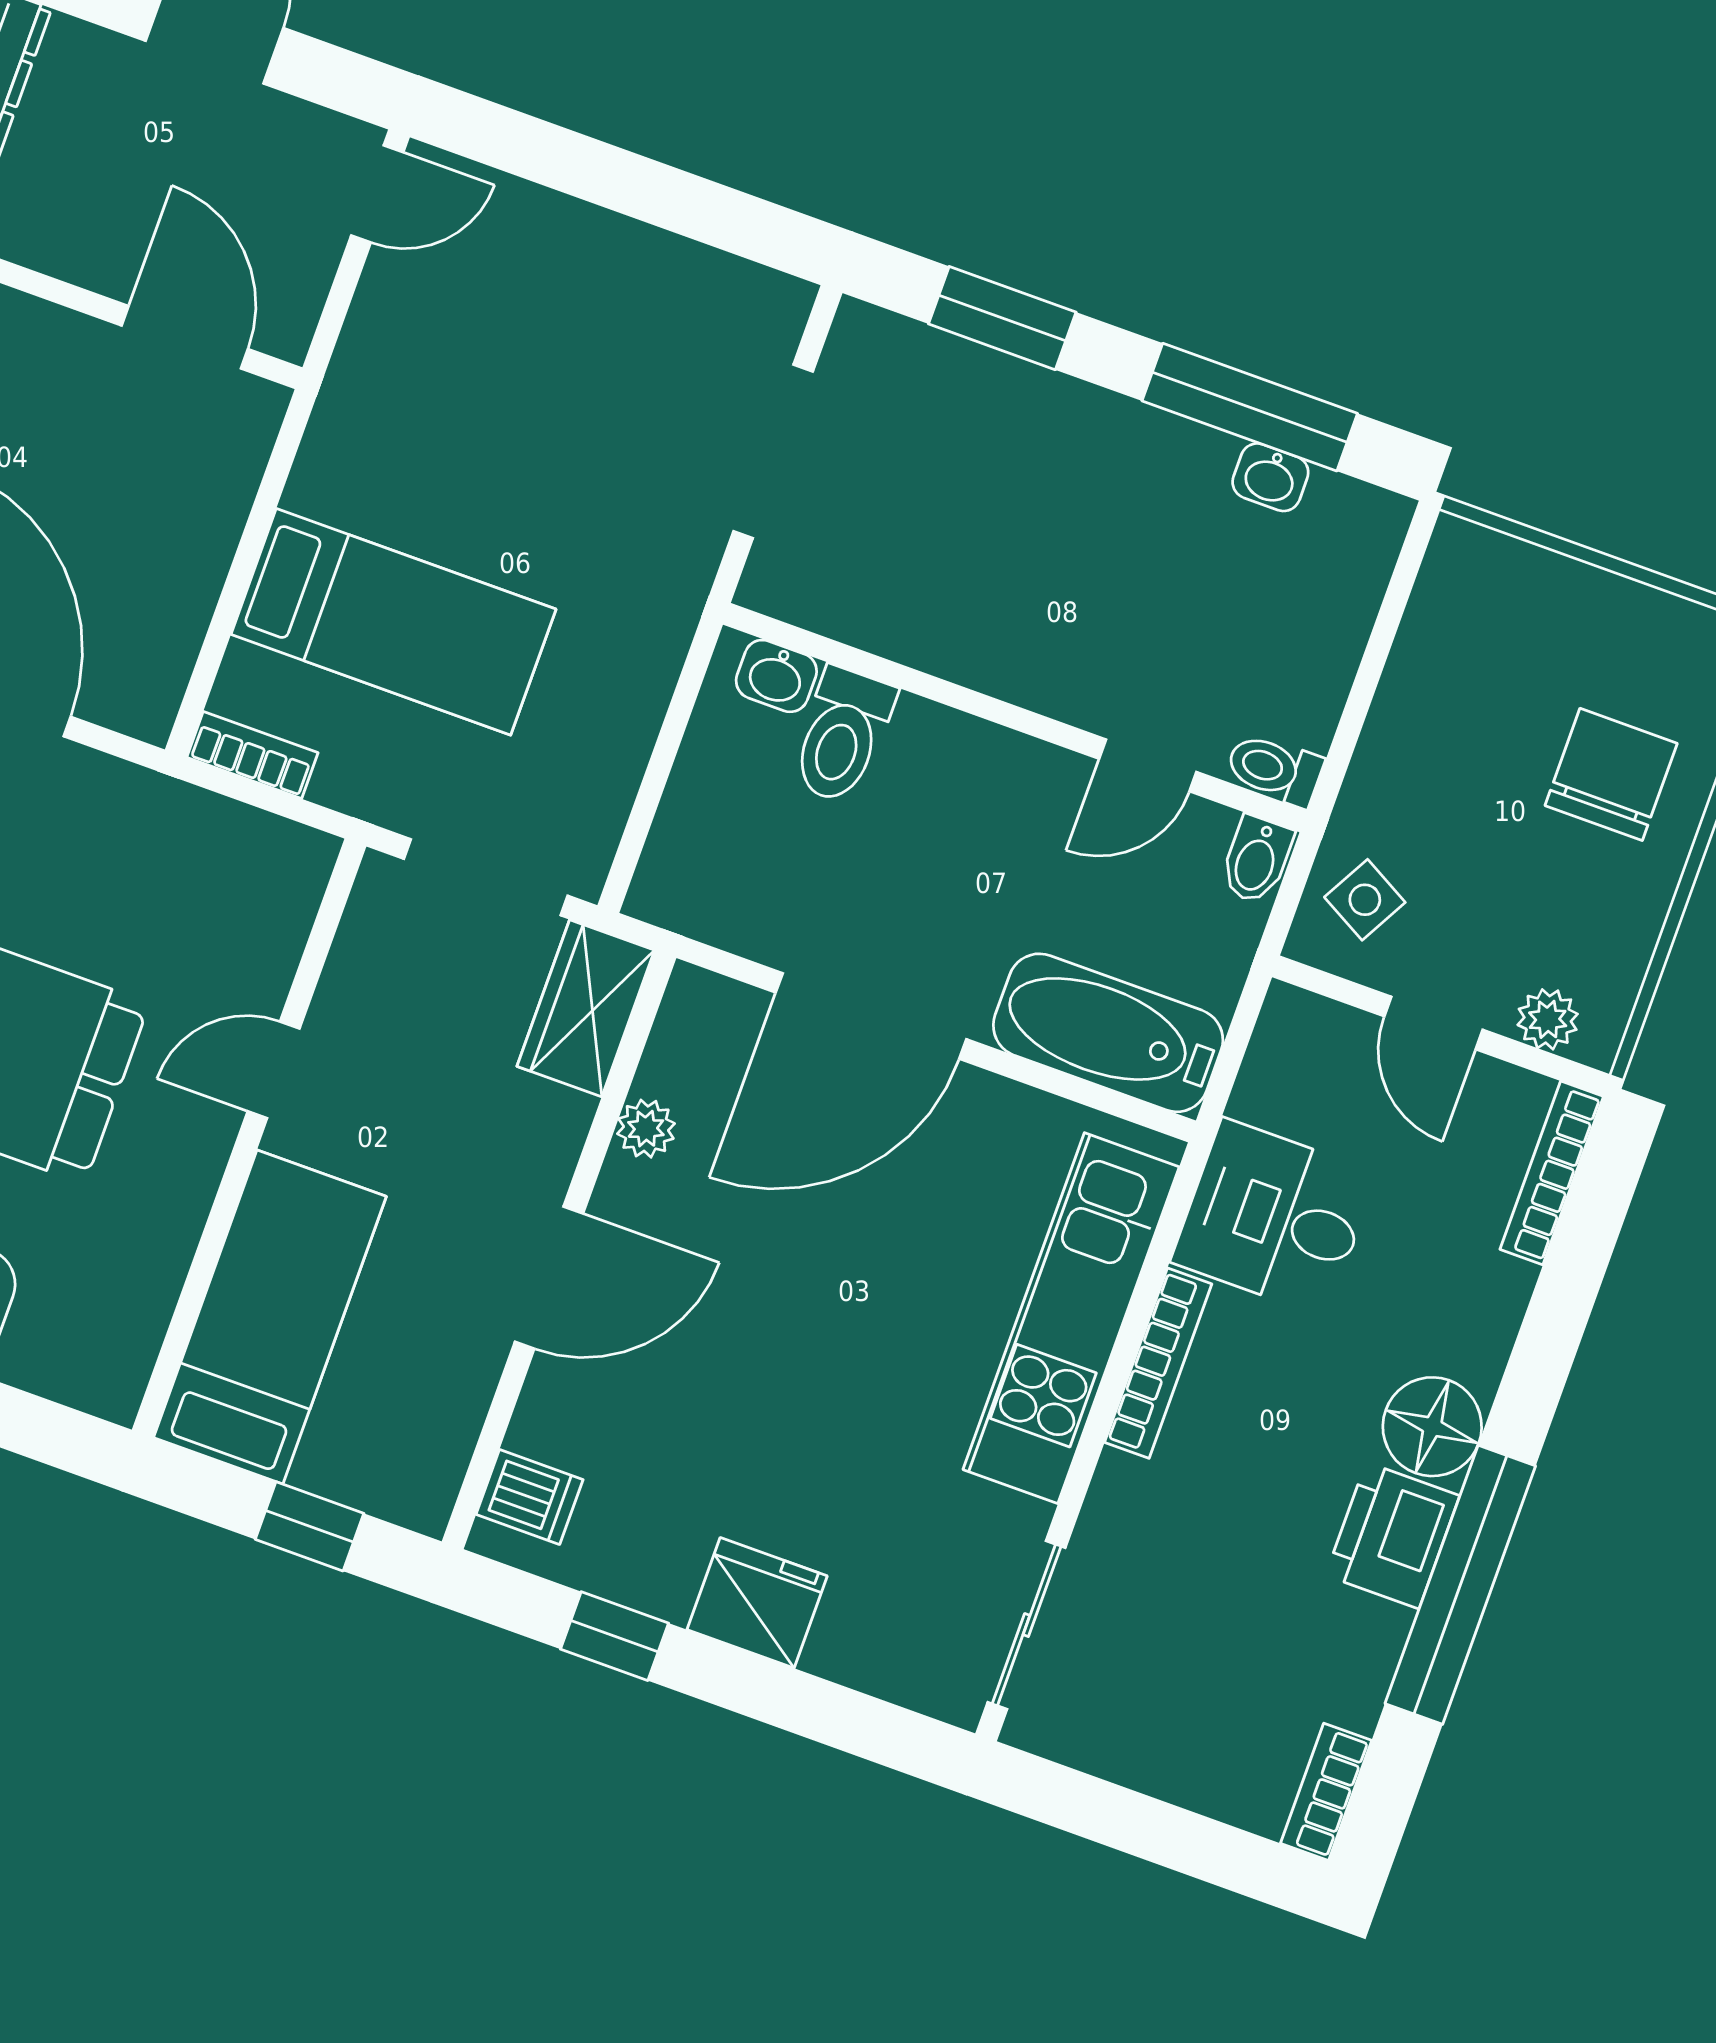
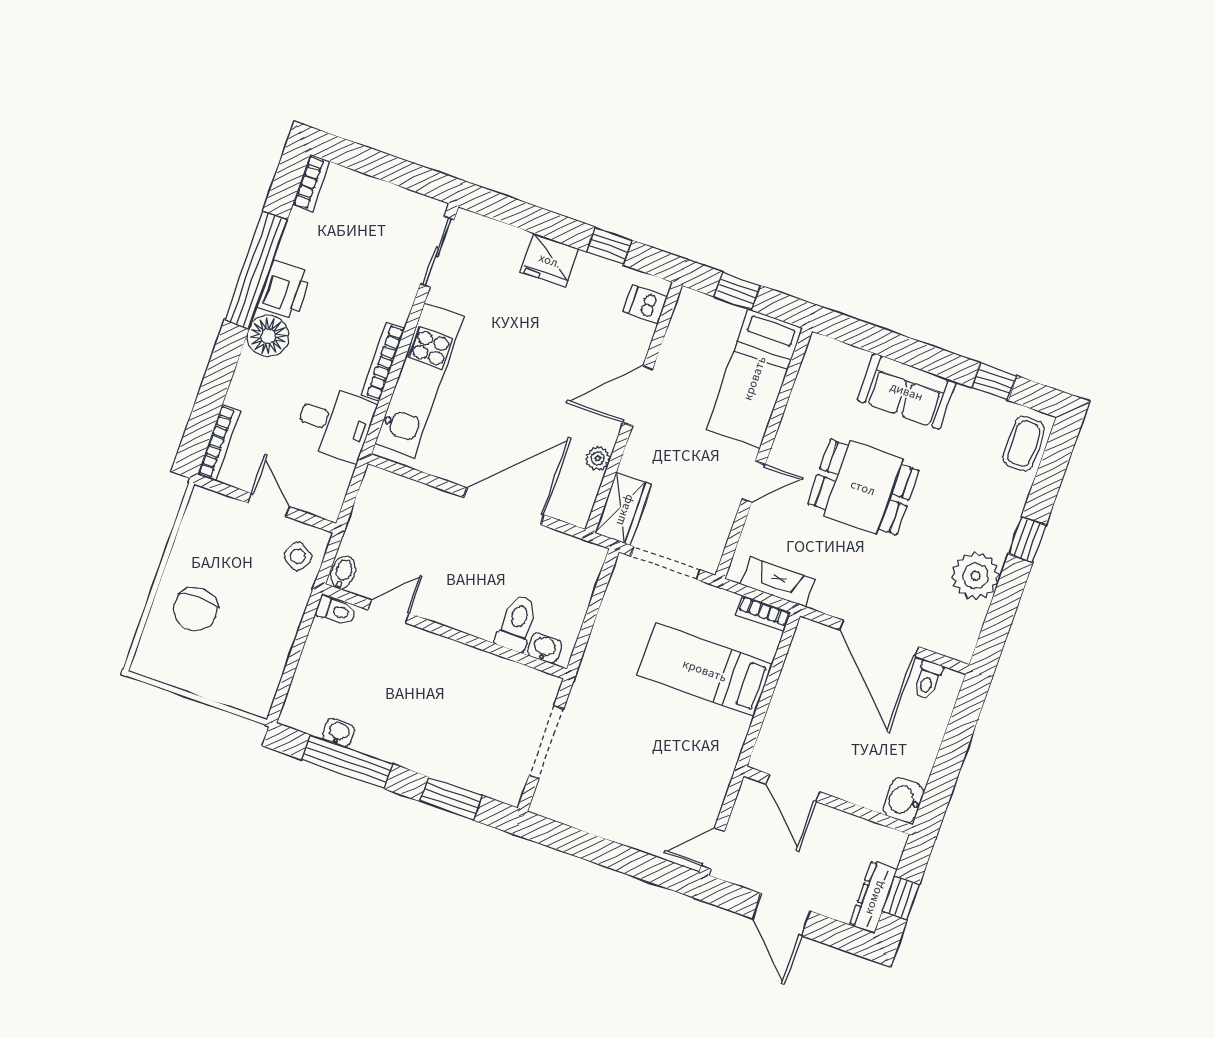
fireplace: (217, 830) -> (778, 582), added
plant: (1548, 1019) -> (221, 507), removed
bathtub: (1108, 1033) -> (405, 500), removed

